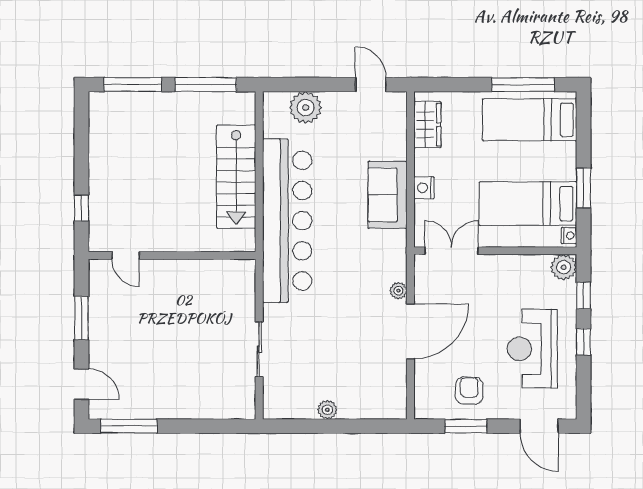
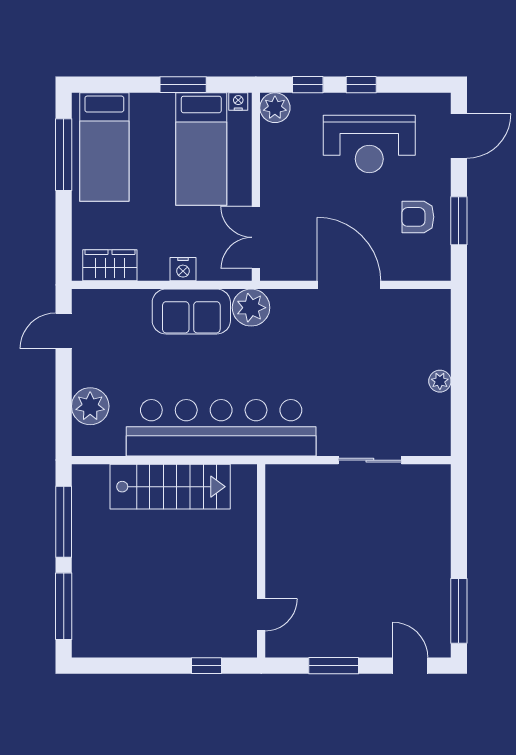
plant: (398, 291) -> (251, 308), moved, width x1.87, depth x1.87
door: (81, 384) -> (410, 666), hinge flipped

